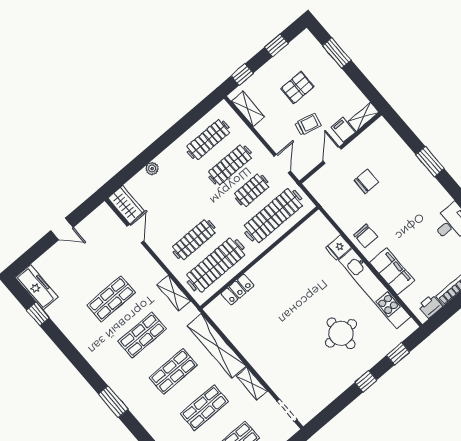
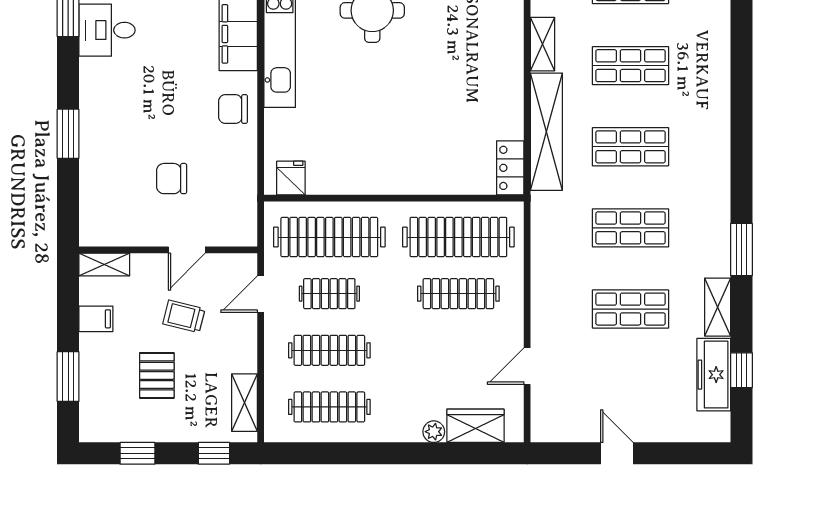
pallet: (297, 87) -> (157, 375), turned 90
filing cabinet: (343, 130) -> (96, 319), moved, turned -90
wardrobe: (126, 205) -> (475, 426), moved, turned 90
chair: (366, 236) -> (233, 109), turned -90
fridge: (339, 248) -> (291, 178), moved, turned -90
freezer: (37, 287) -> (714, 375), moved
locker: (237, 290) -> (510, 168), moved, turned -90
shelving: (174, 293) -> (718, 307), moved
window: (113, 402) -> (741, 249), moved

